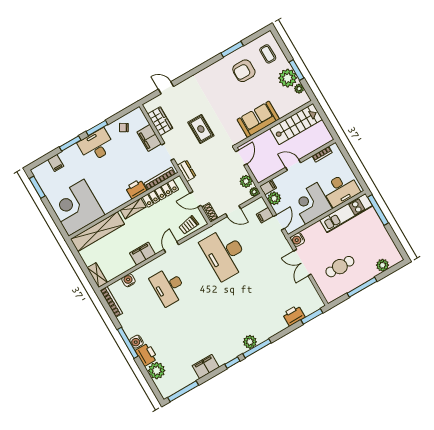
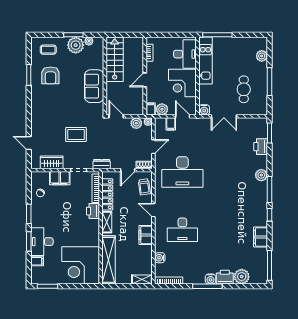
door: (166, 88) -> (29, 143), hinge flipped
desk: (96, 146) -> (42, 242), moved
plant: (250, 342) -> (261, 175), moved

